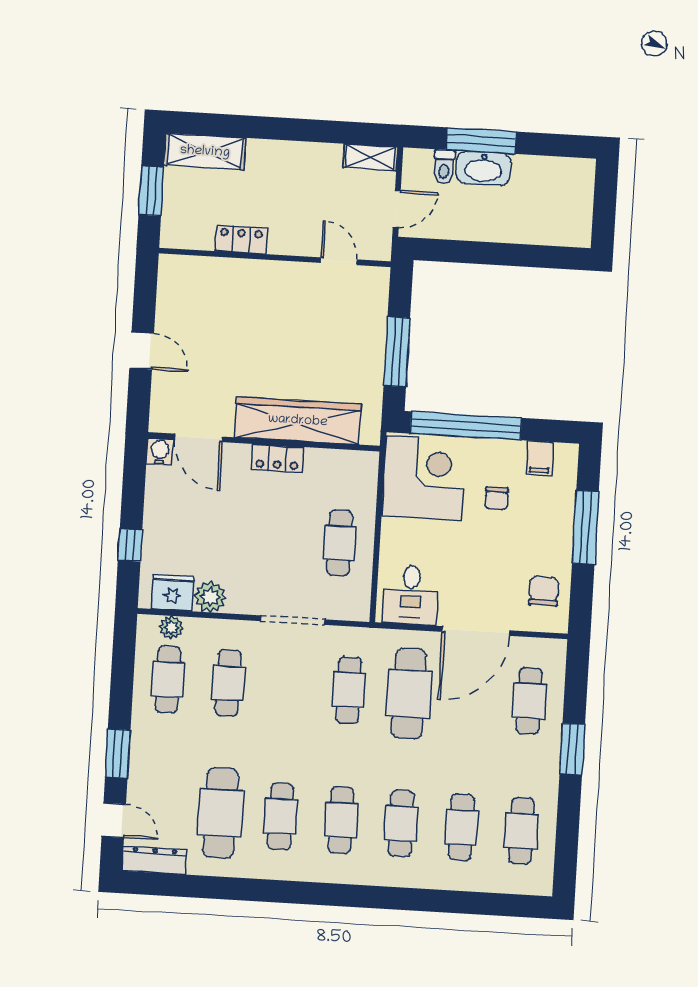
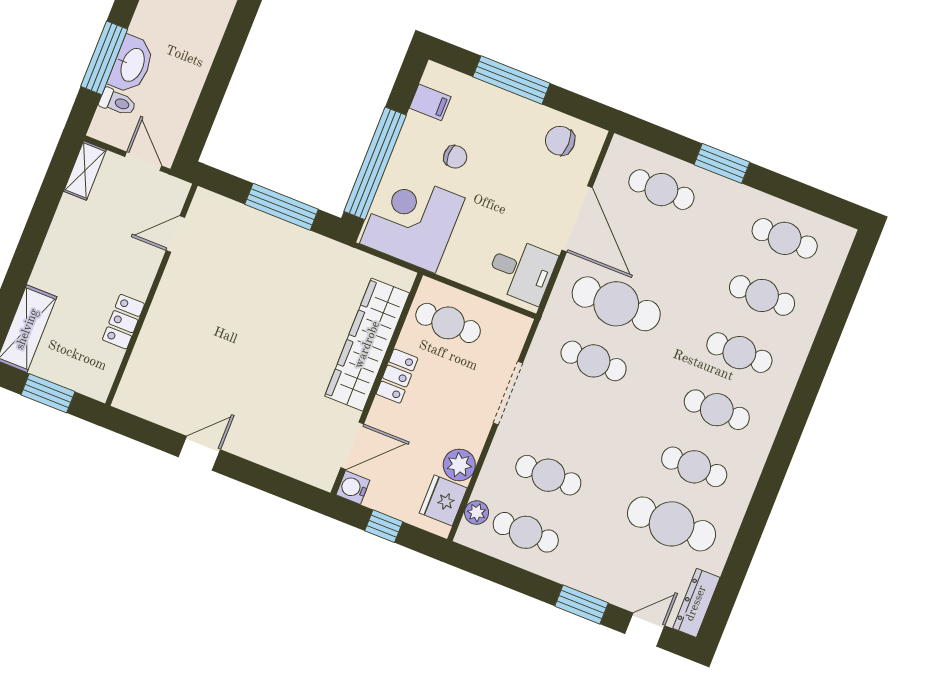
wardrobe: (298, 421) -> (367, 345), moved
door: (199, 438) -> (352, 446), moved
wall: (264, 442) -> (377, 384), moved
water cooler: (160, 451) -> (353, 488), moved
locker: (277, 458) -> (397, 376), moved

